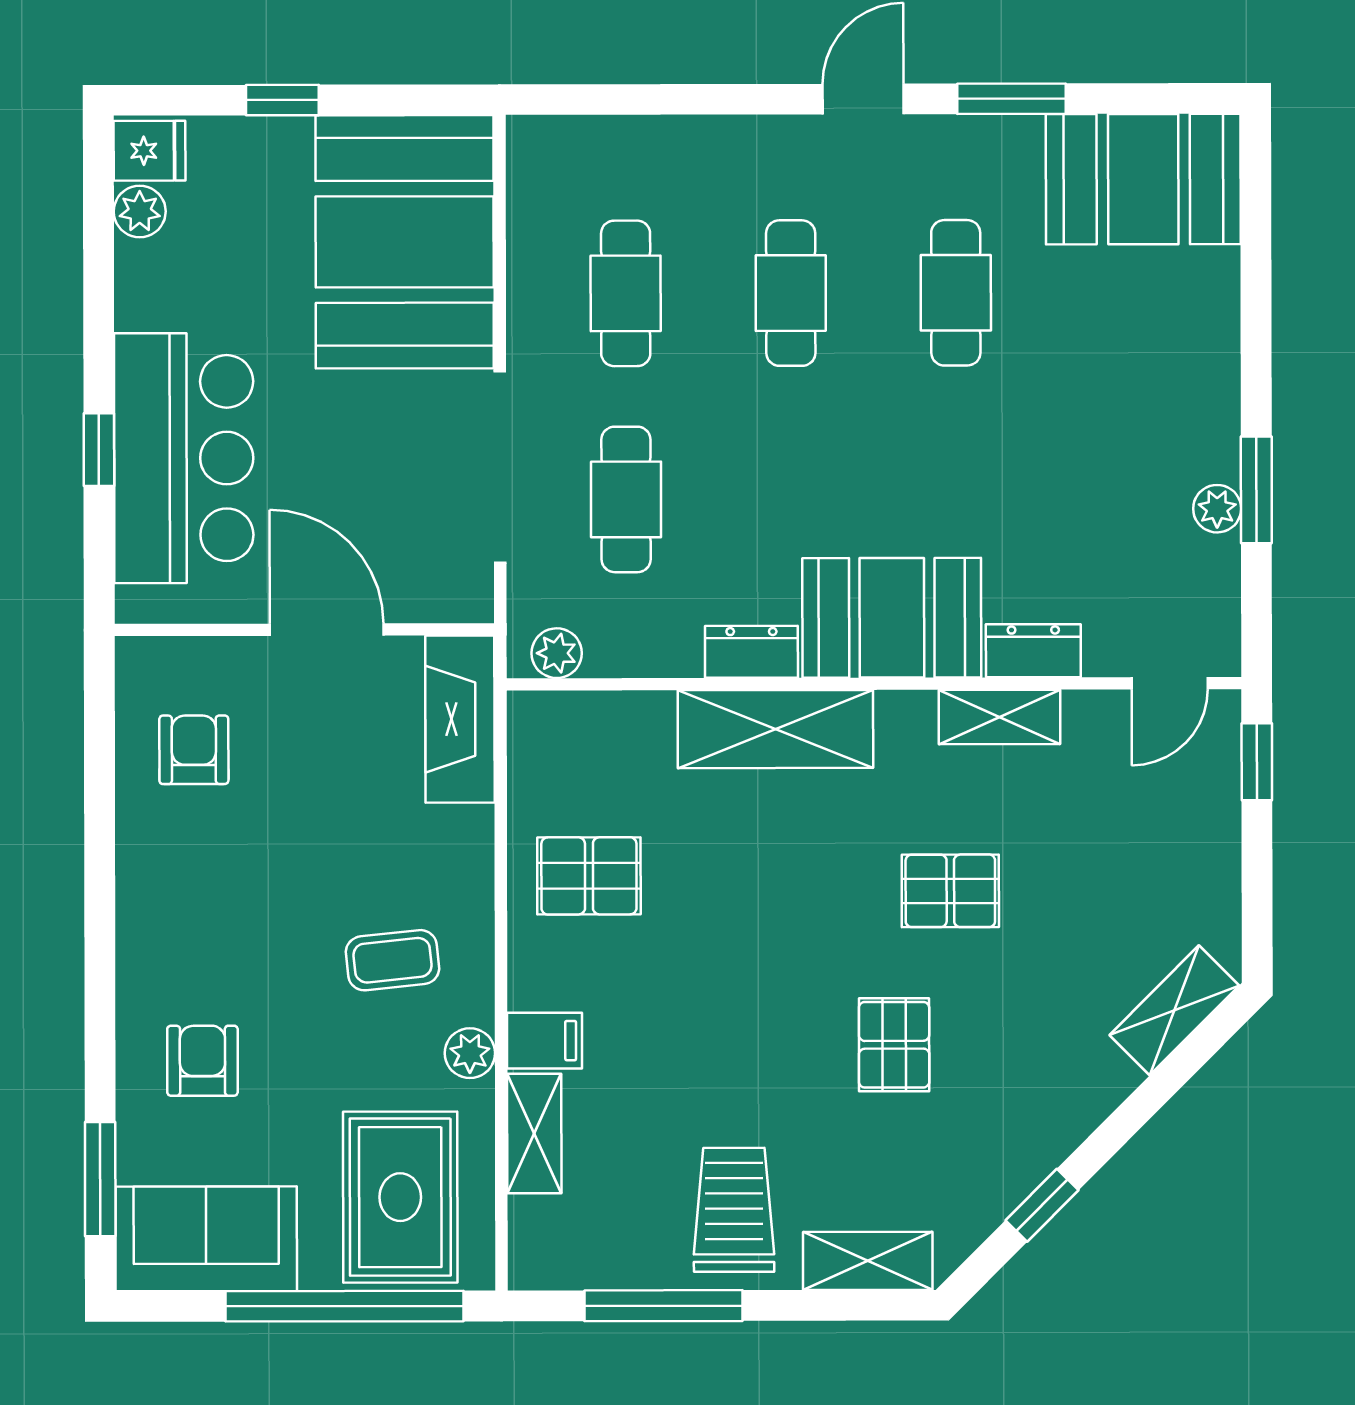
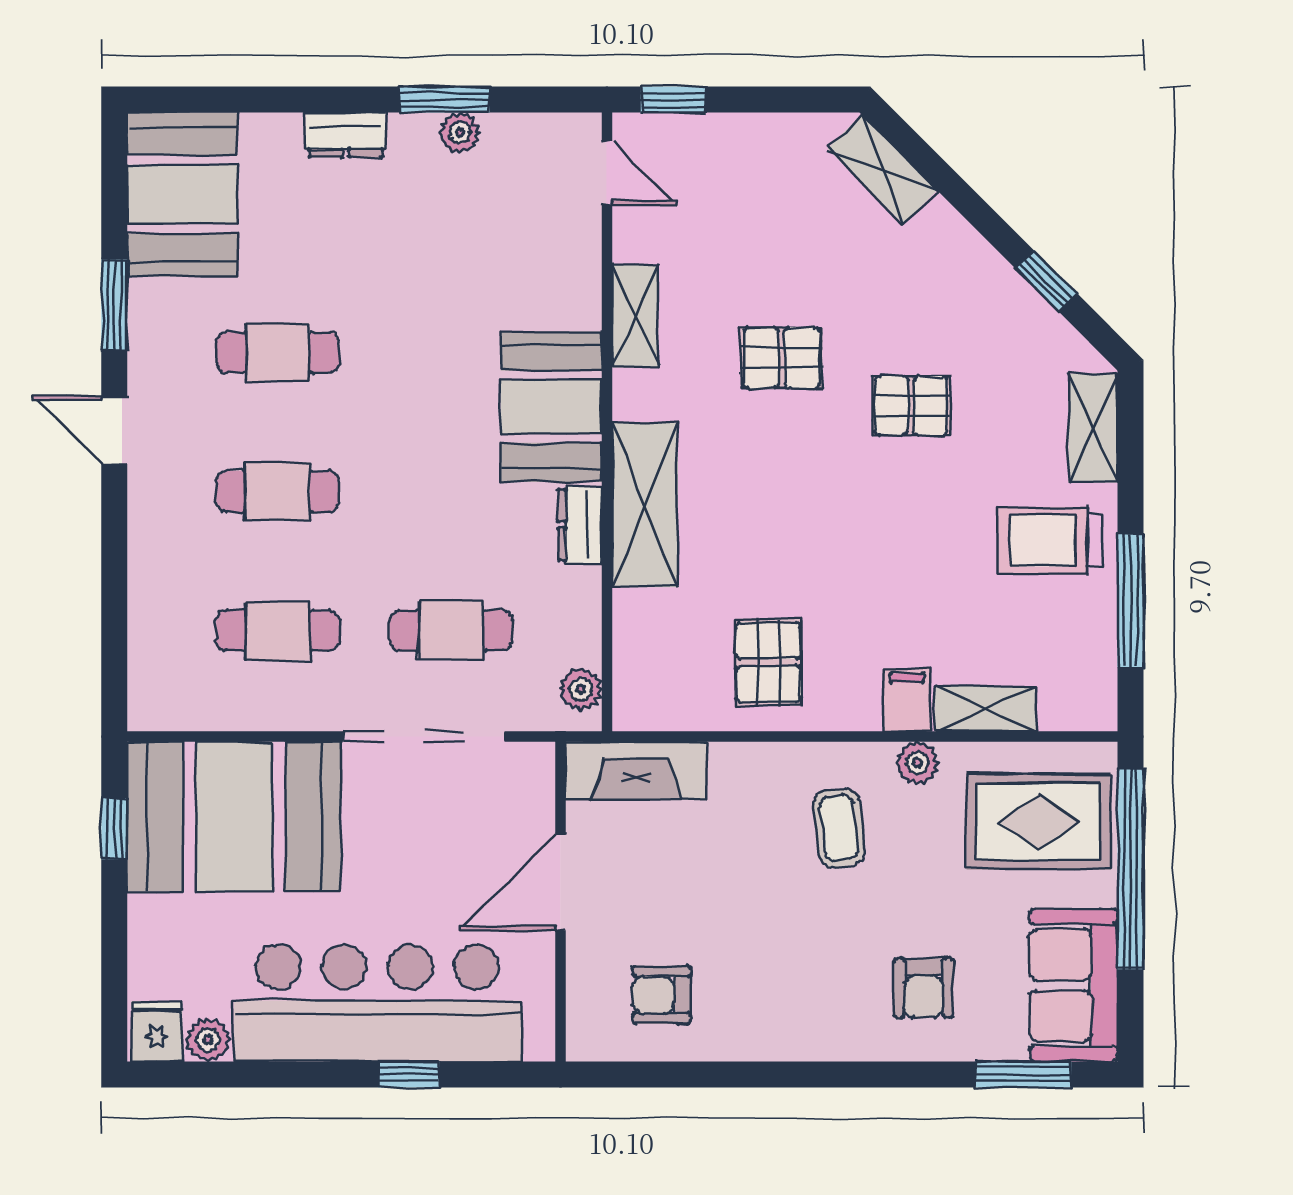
window: (282, 100) -> (114, 829), moved
bar counter: (184, 458) -> (378, 1003), width x1.36
dresser: (1033, 651) -> (346, 135), moved, turned -90
pallet: (950, 891) -> (781, 358), turned 90
armchair: (202, 1061) -> (924, 988), turned -90

